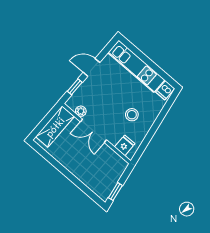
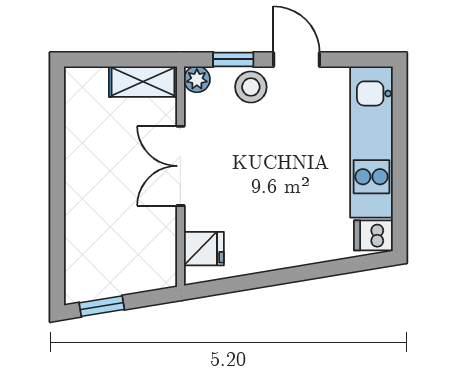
plant: (81, 111) -> (197, 79), moved
stool: (132, 115) -> (251, 87), moved
shelving: (55, 127) -> (143, 82), width x0.67, depth x0.75

